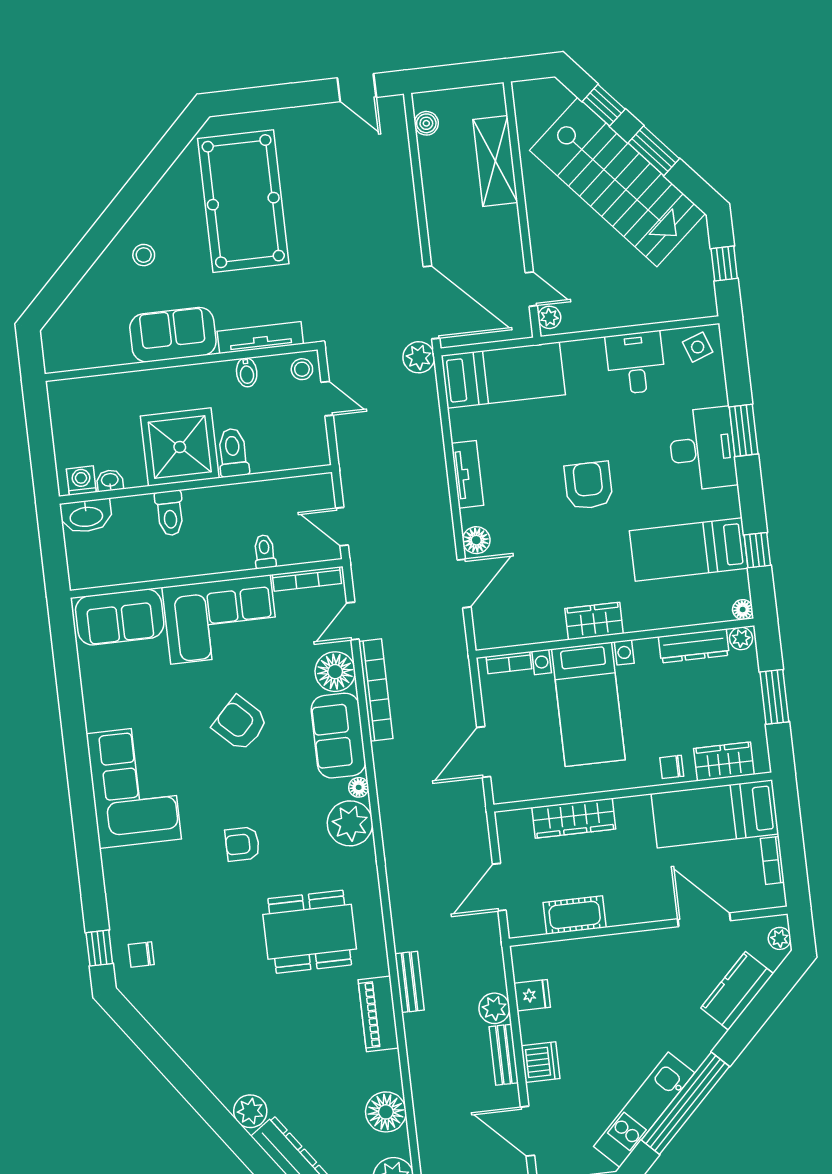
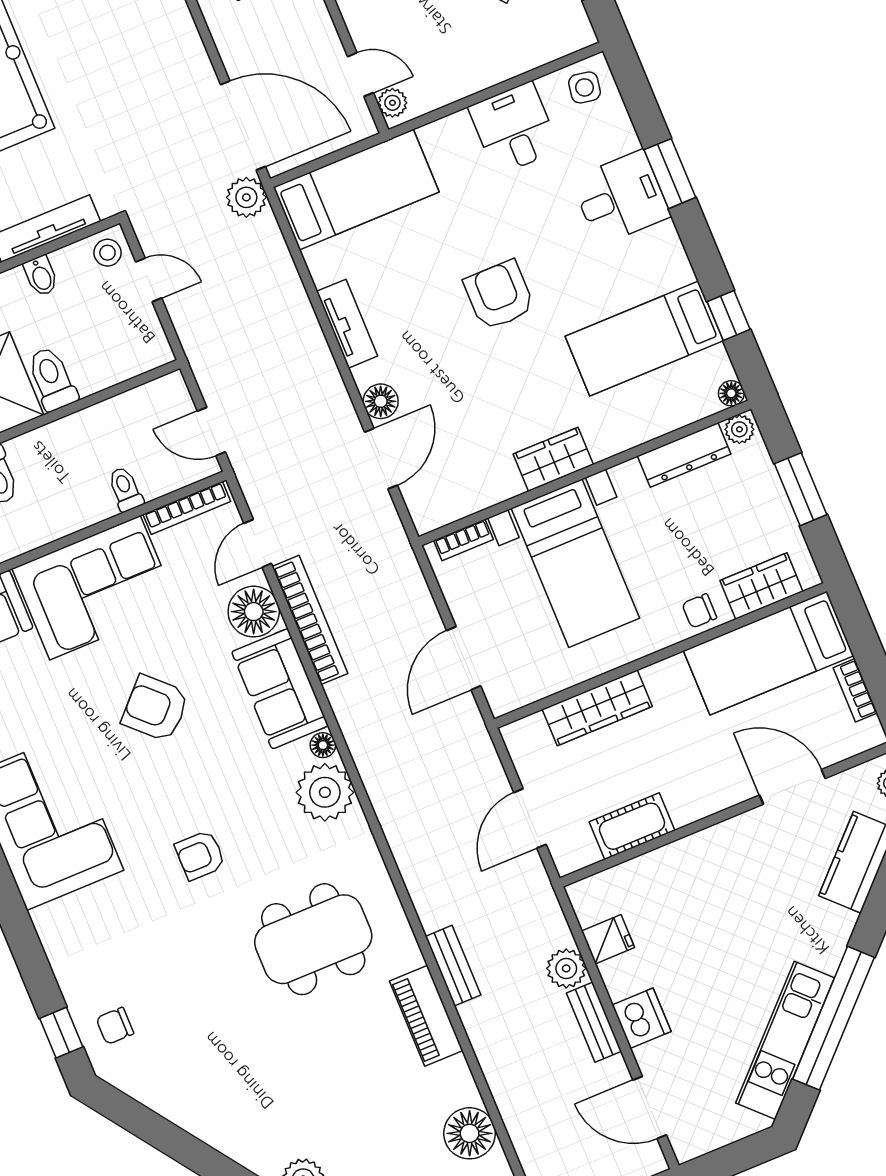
side table: (698, 347) -> (585, 87), turned 30
desk: (702, 449) -> (621, 198), width x0.73

